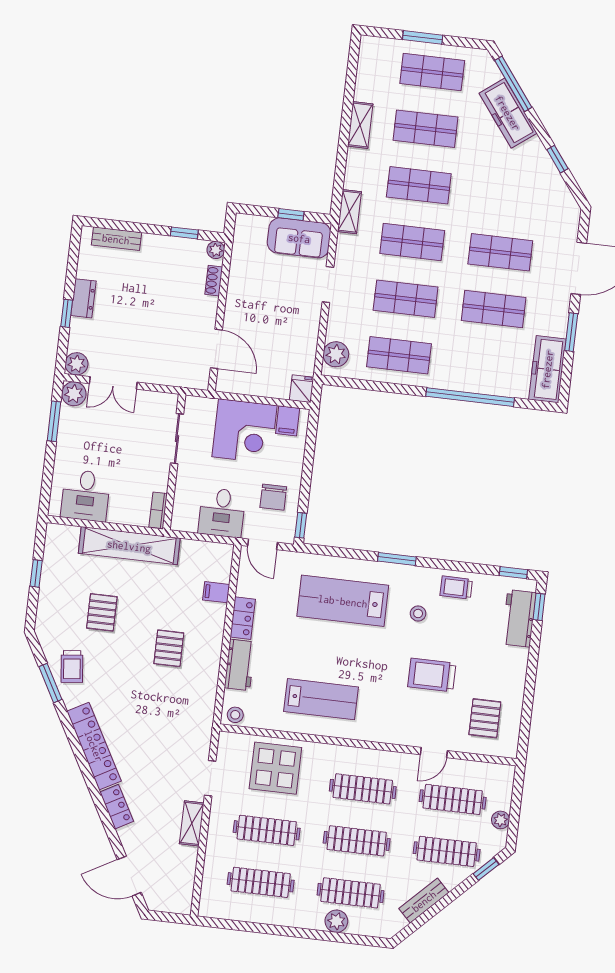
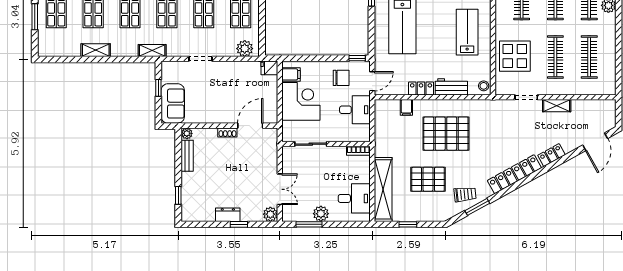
window: (184, 233) -> (178, 195), moved
sofa: (299, 238) -> (173, 104), moved
bench: (116, 239) -> (187, 156), moved
shoe rack: (214, 281) -> (227, 132), moved
plant: (74, 394) -> (321, 214), moved
shelving: (129, 546) -> (383, 189), moved
pallet: (102, 612) -> (428, 179), width x1.50, depth x1.42
pallet: (169, 648) -> (446, 134), width x2.05, depth x2.00

